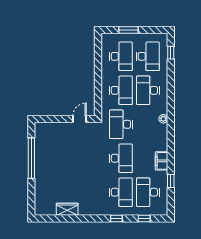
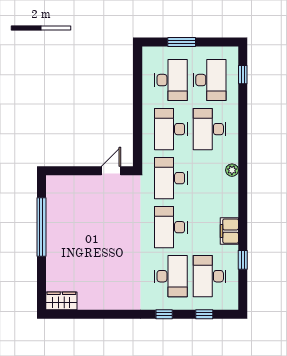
desk: (121, 90) -> (171, 129), turned 180
desk: (121, 158) -> (171, 227), turned 180
wardrobe: (67, 209) -> (61, 301), moved

